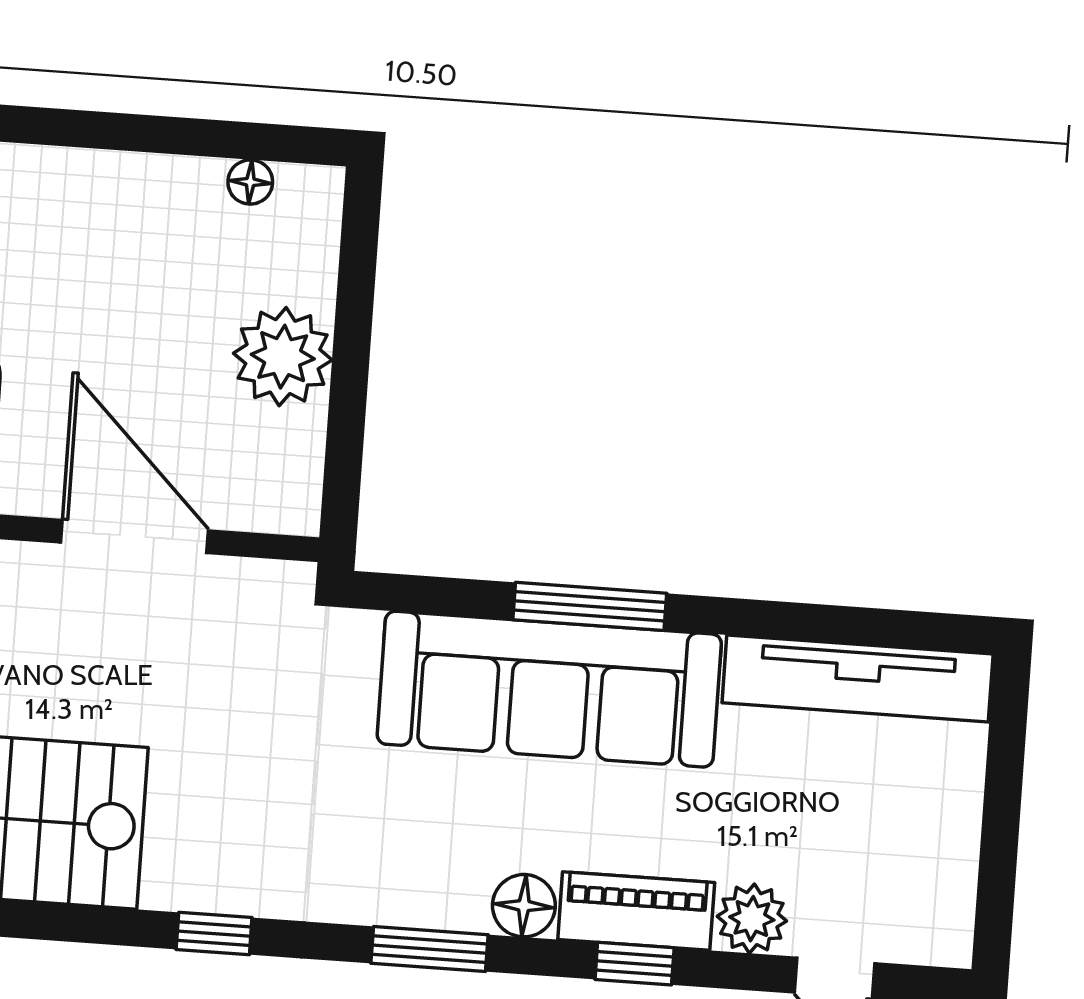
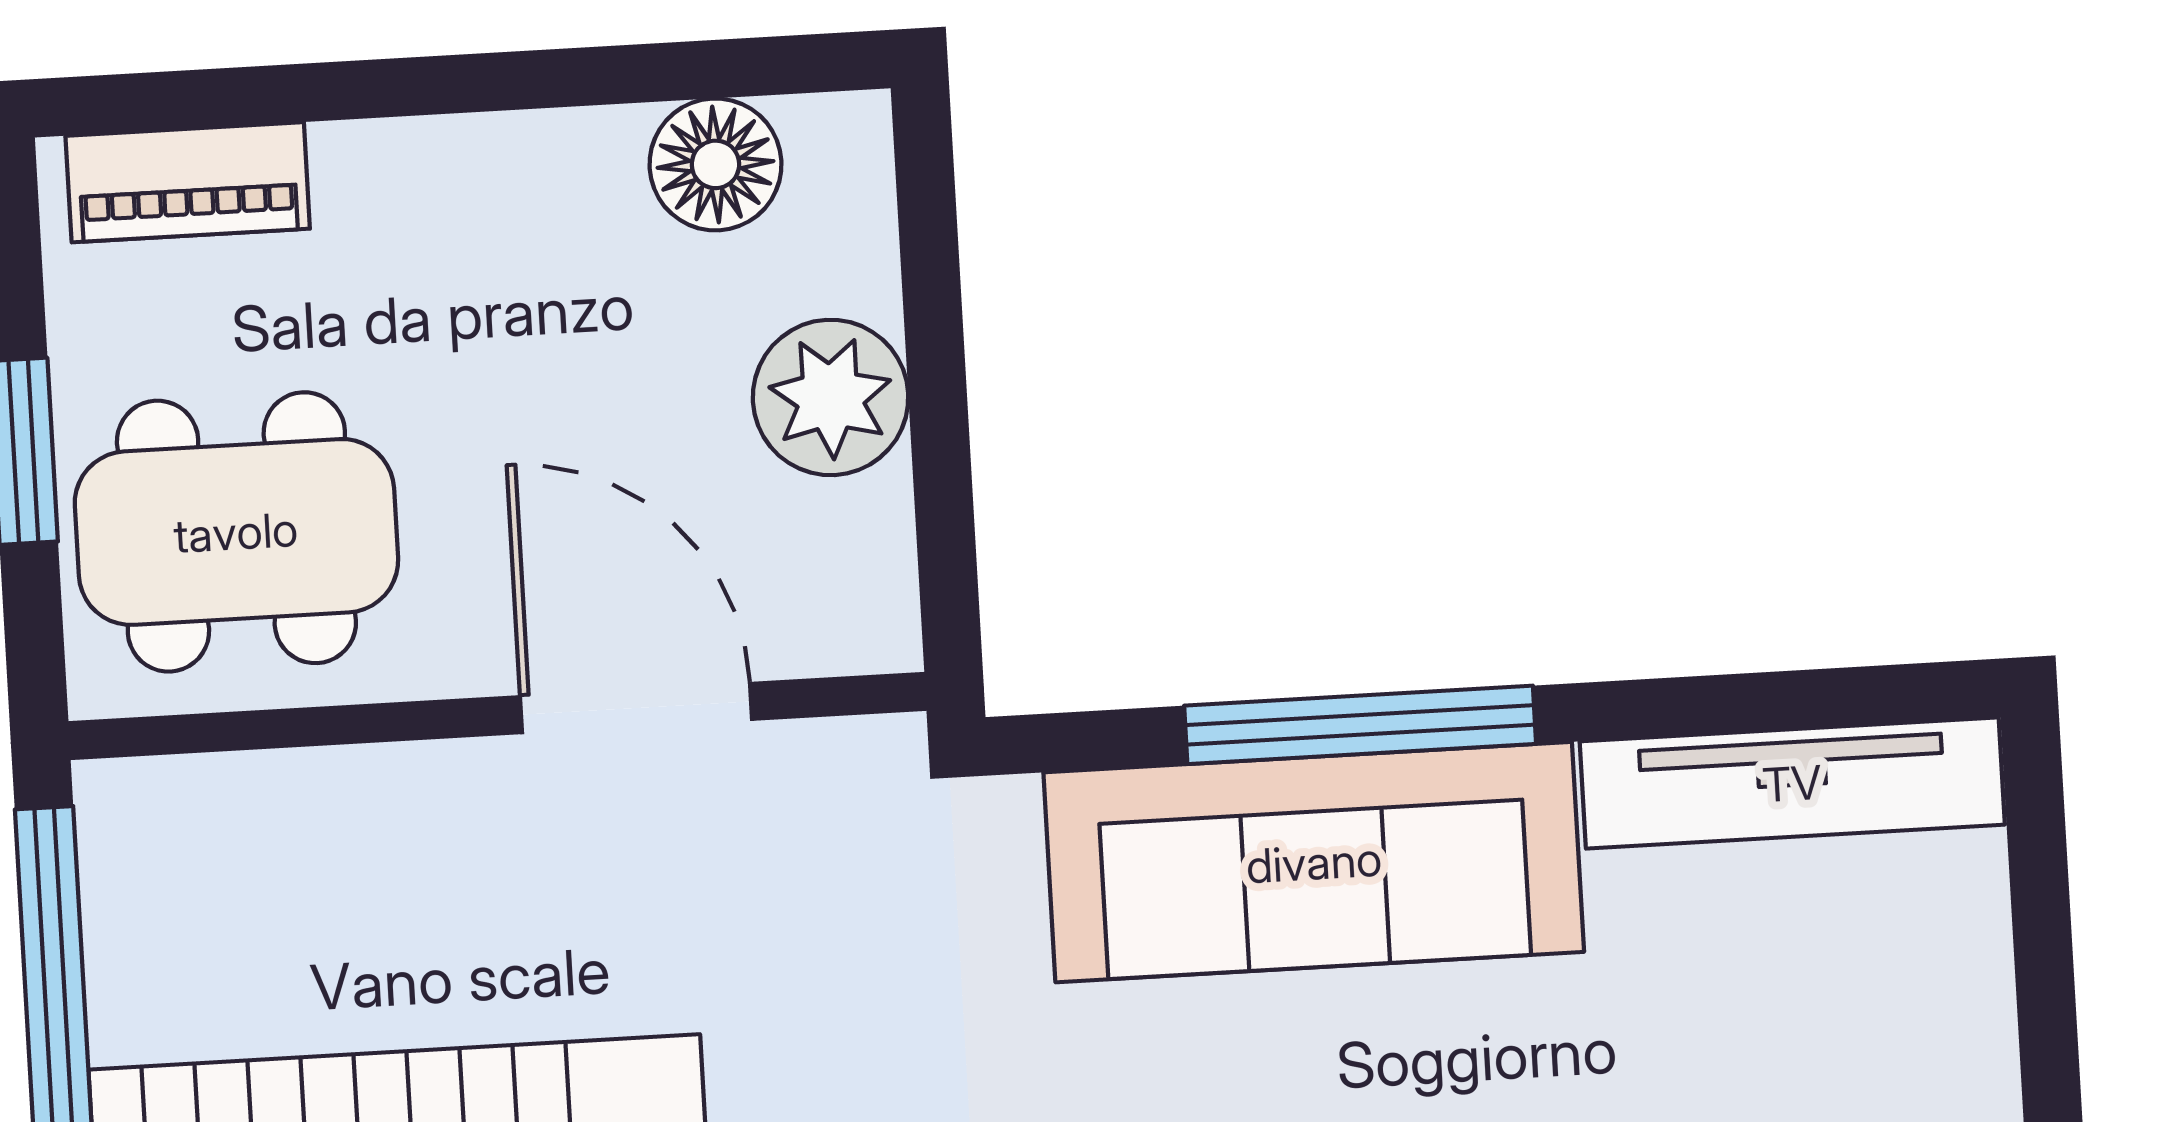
floor lamp: (250, 182) -> (715, 164), width x1.89, depth x1.89
window: (590, 606) -> (1360, 725), width x1.46

